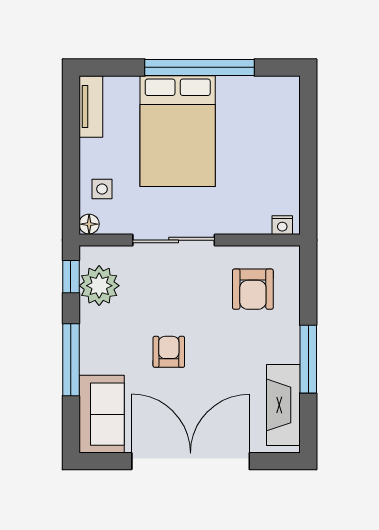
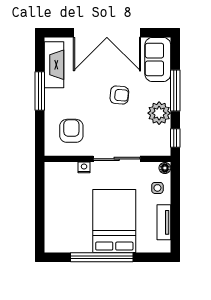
tv unit: (91, 107) -> (164, 222), moved
nightstand: (282, 225) -> (84, 167), moved
plant: (99, 286) -> (159, 113), moved
armchair: (169, 352) -> (119, 95), turned -85

